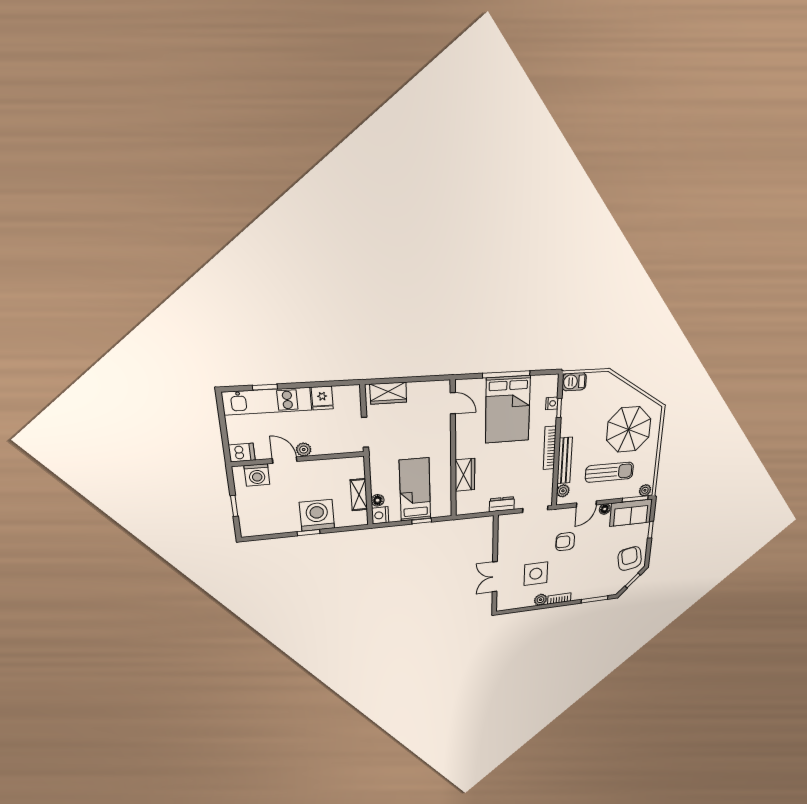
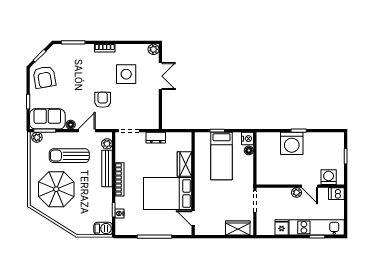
bed: (508, 409) -> (168, 193), moved, turned -90
shelving: (359, 495) -> (262, 156), removed
armchair: (565, 542) -> (103, 100), turned -90
plant: (541, 600) -> (154, 49), moved

